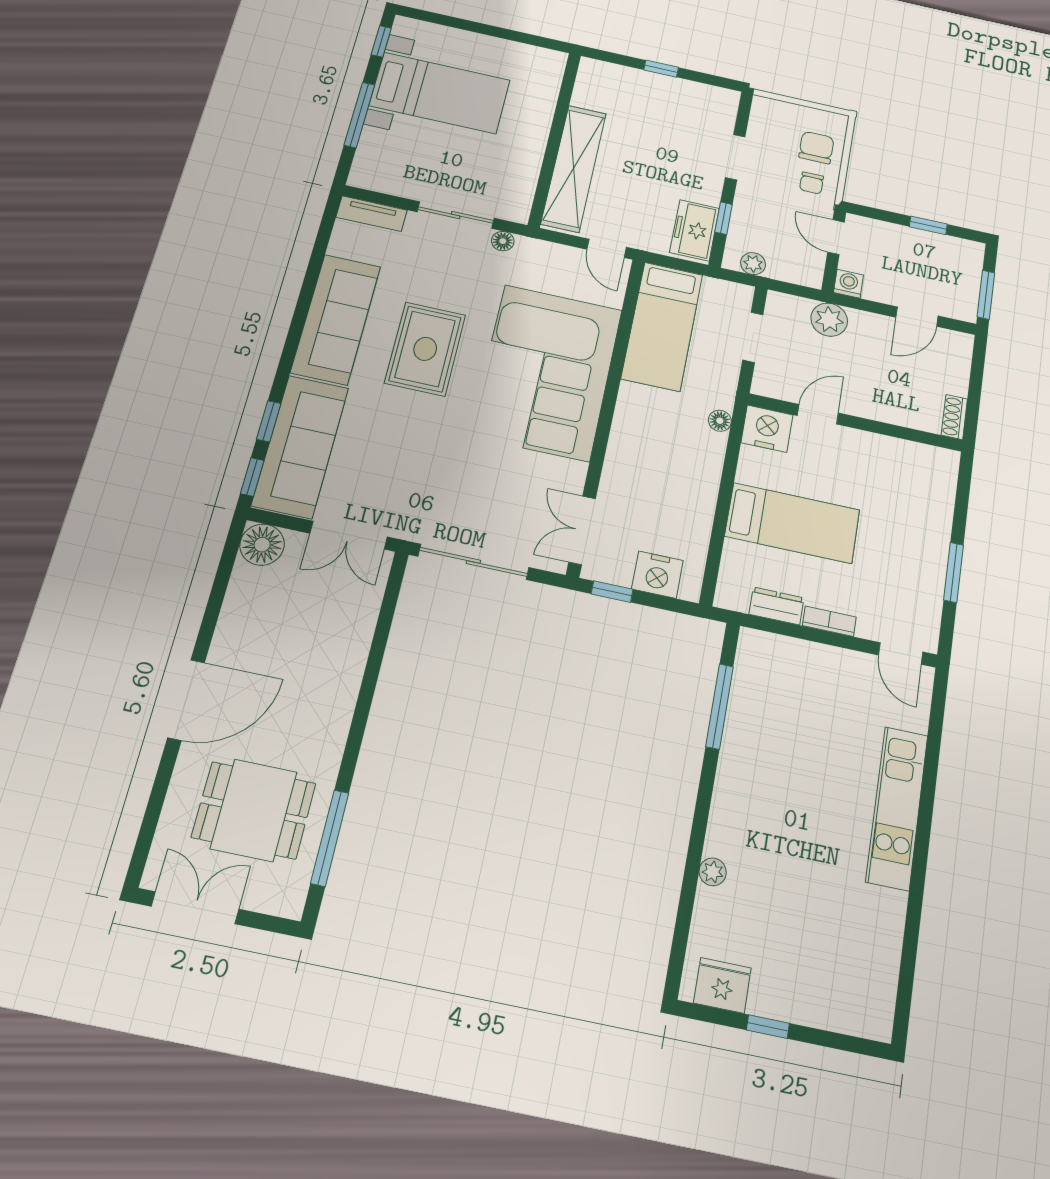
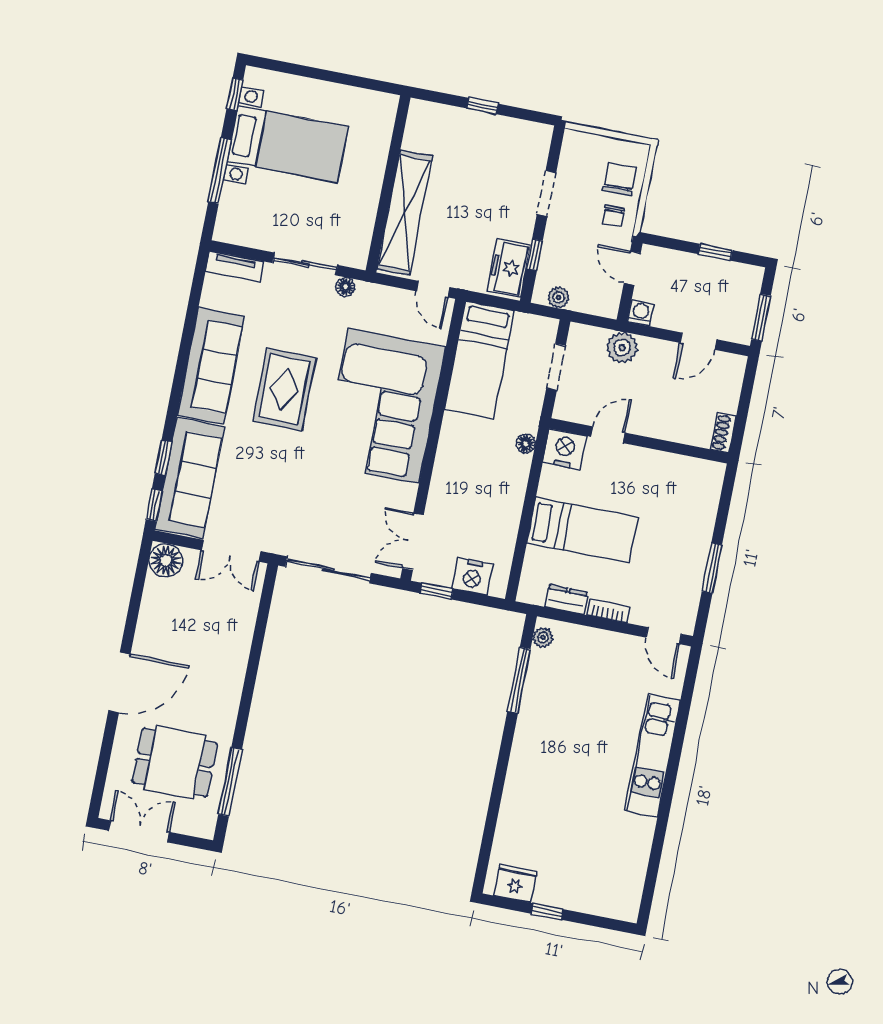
plant: (713, 872) -> (543, 637), moved

